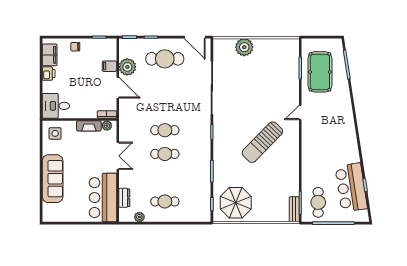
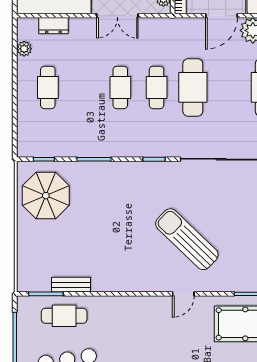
cafe table: (165, 106) -> (193, 87), added
door: (300, 113) -> (183, 294), swing flipped
sun lounger: (262, 142) -> (187, 239), moved
cafe table: (318, 202) -> (64, 316), moved
bench: (294, 209) -> (71, 285), moved

